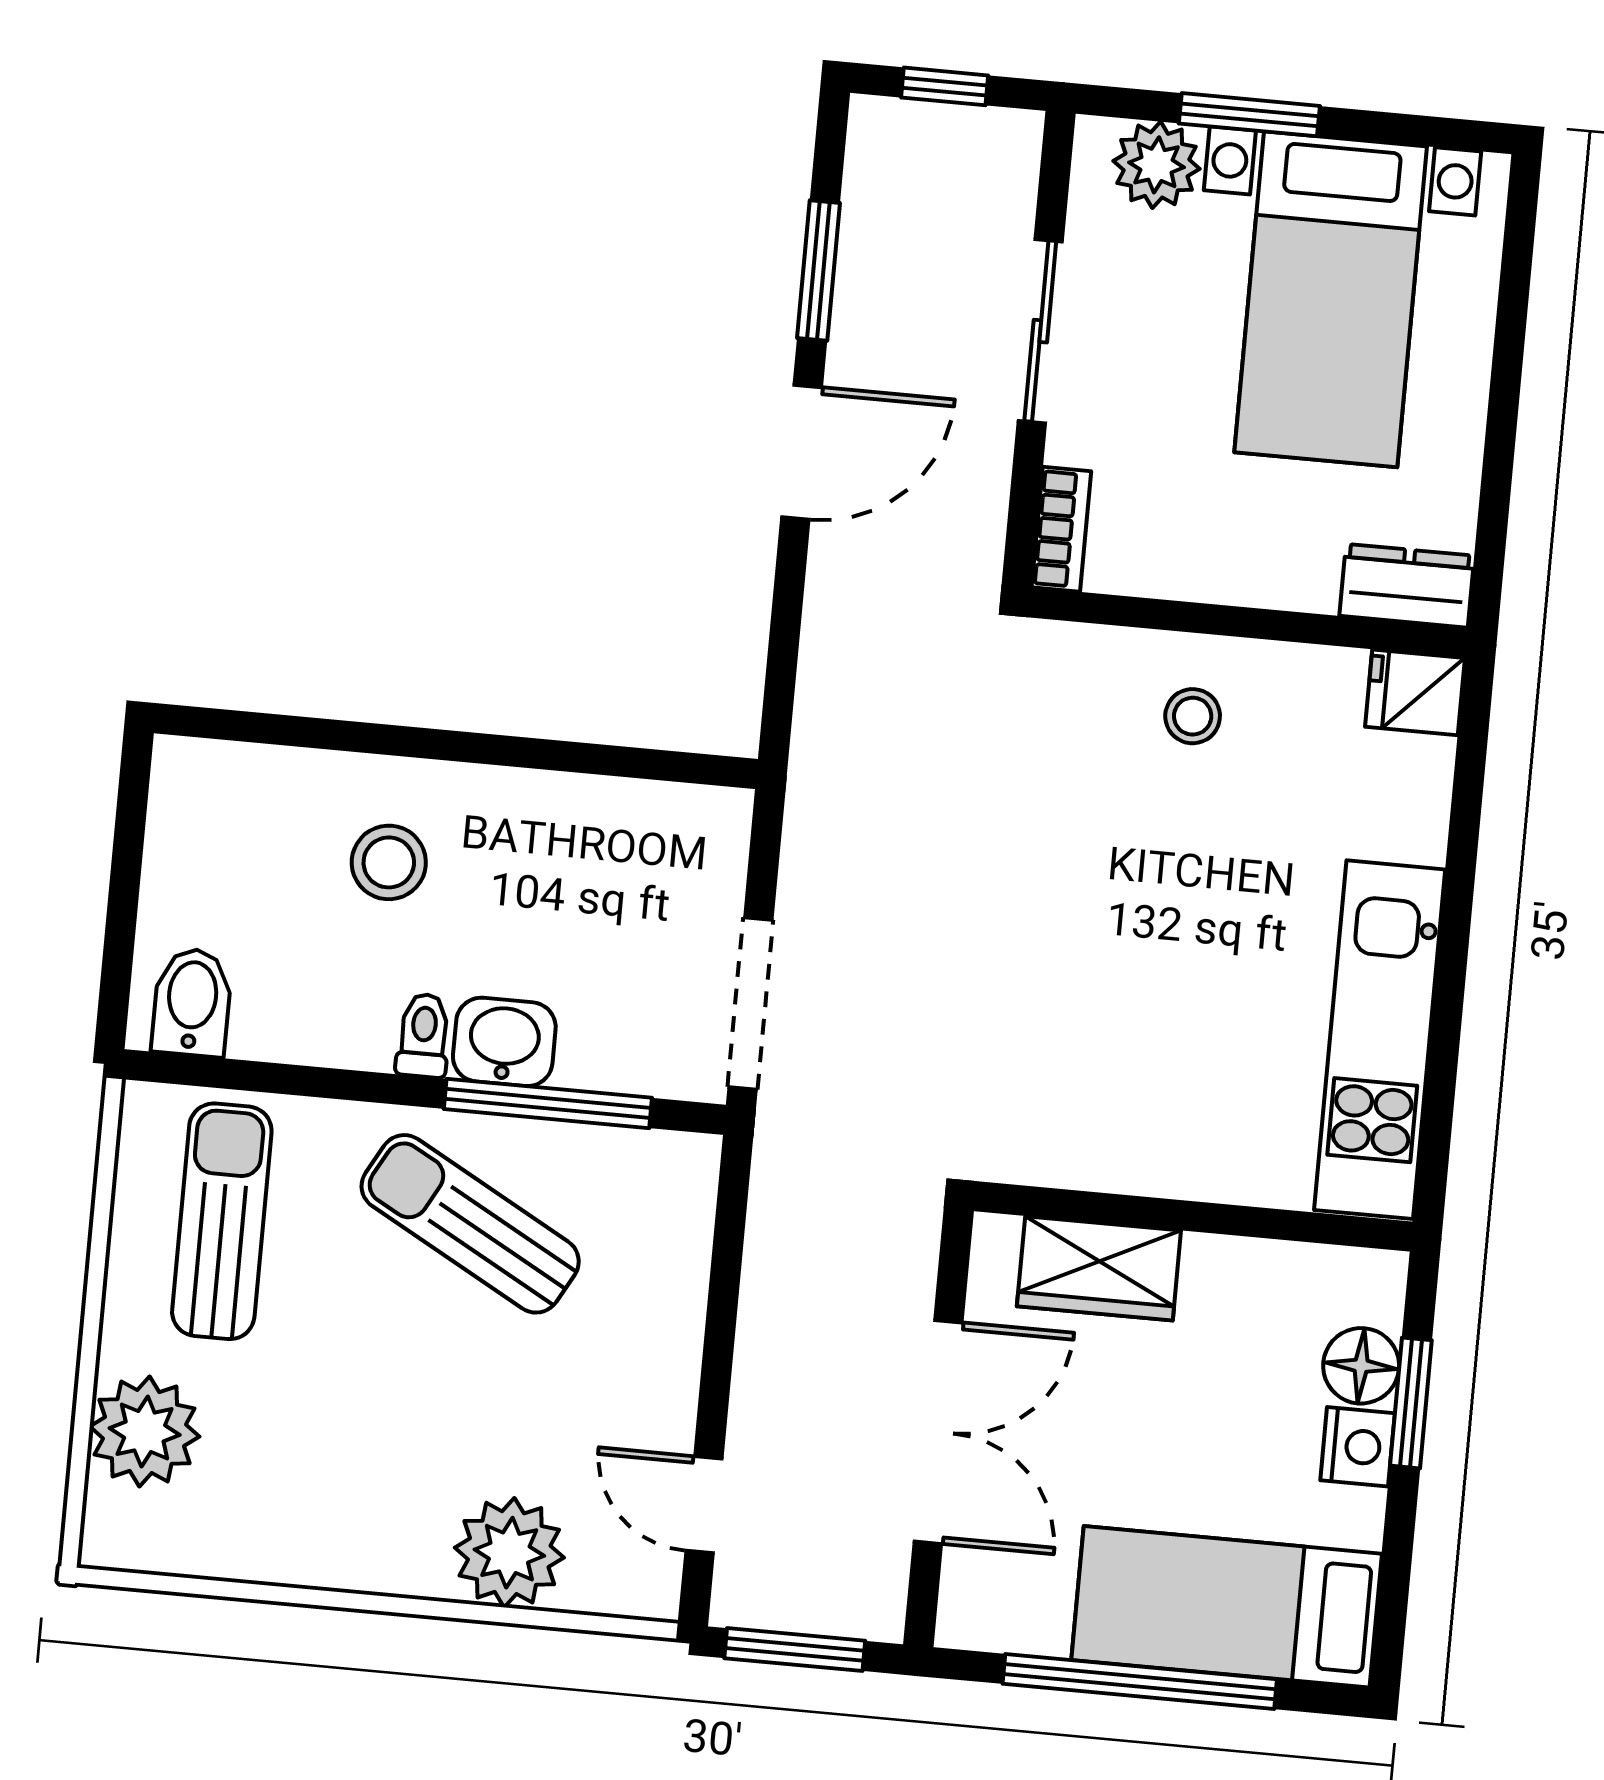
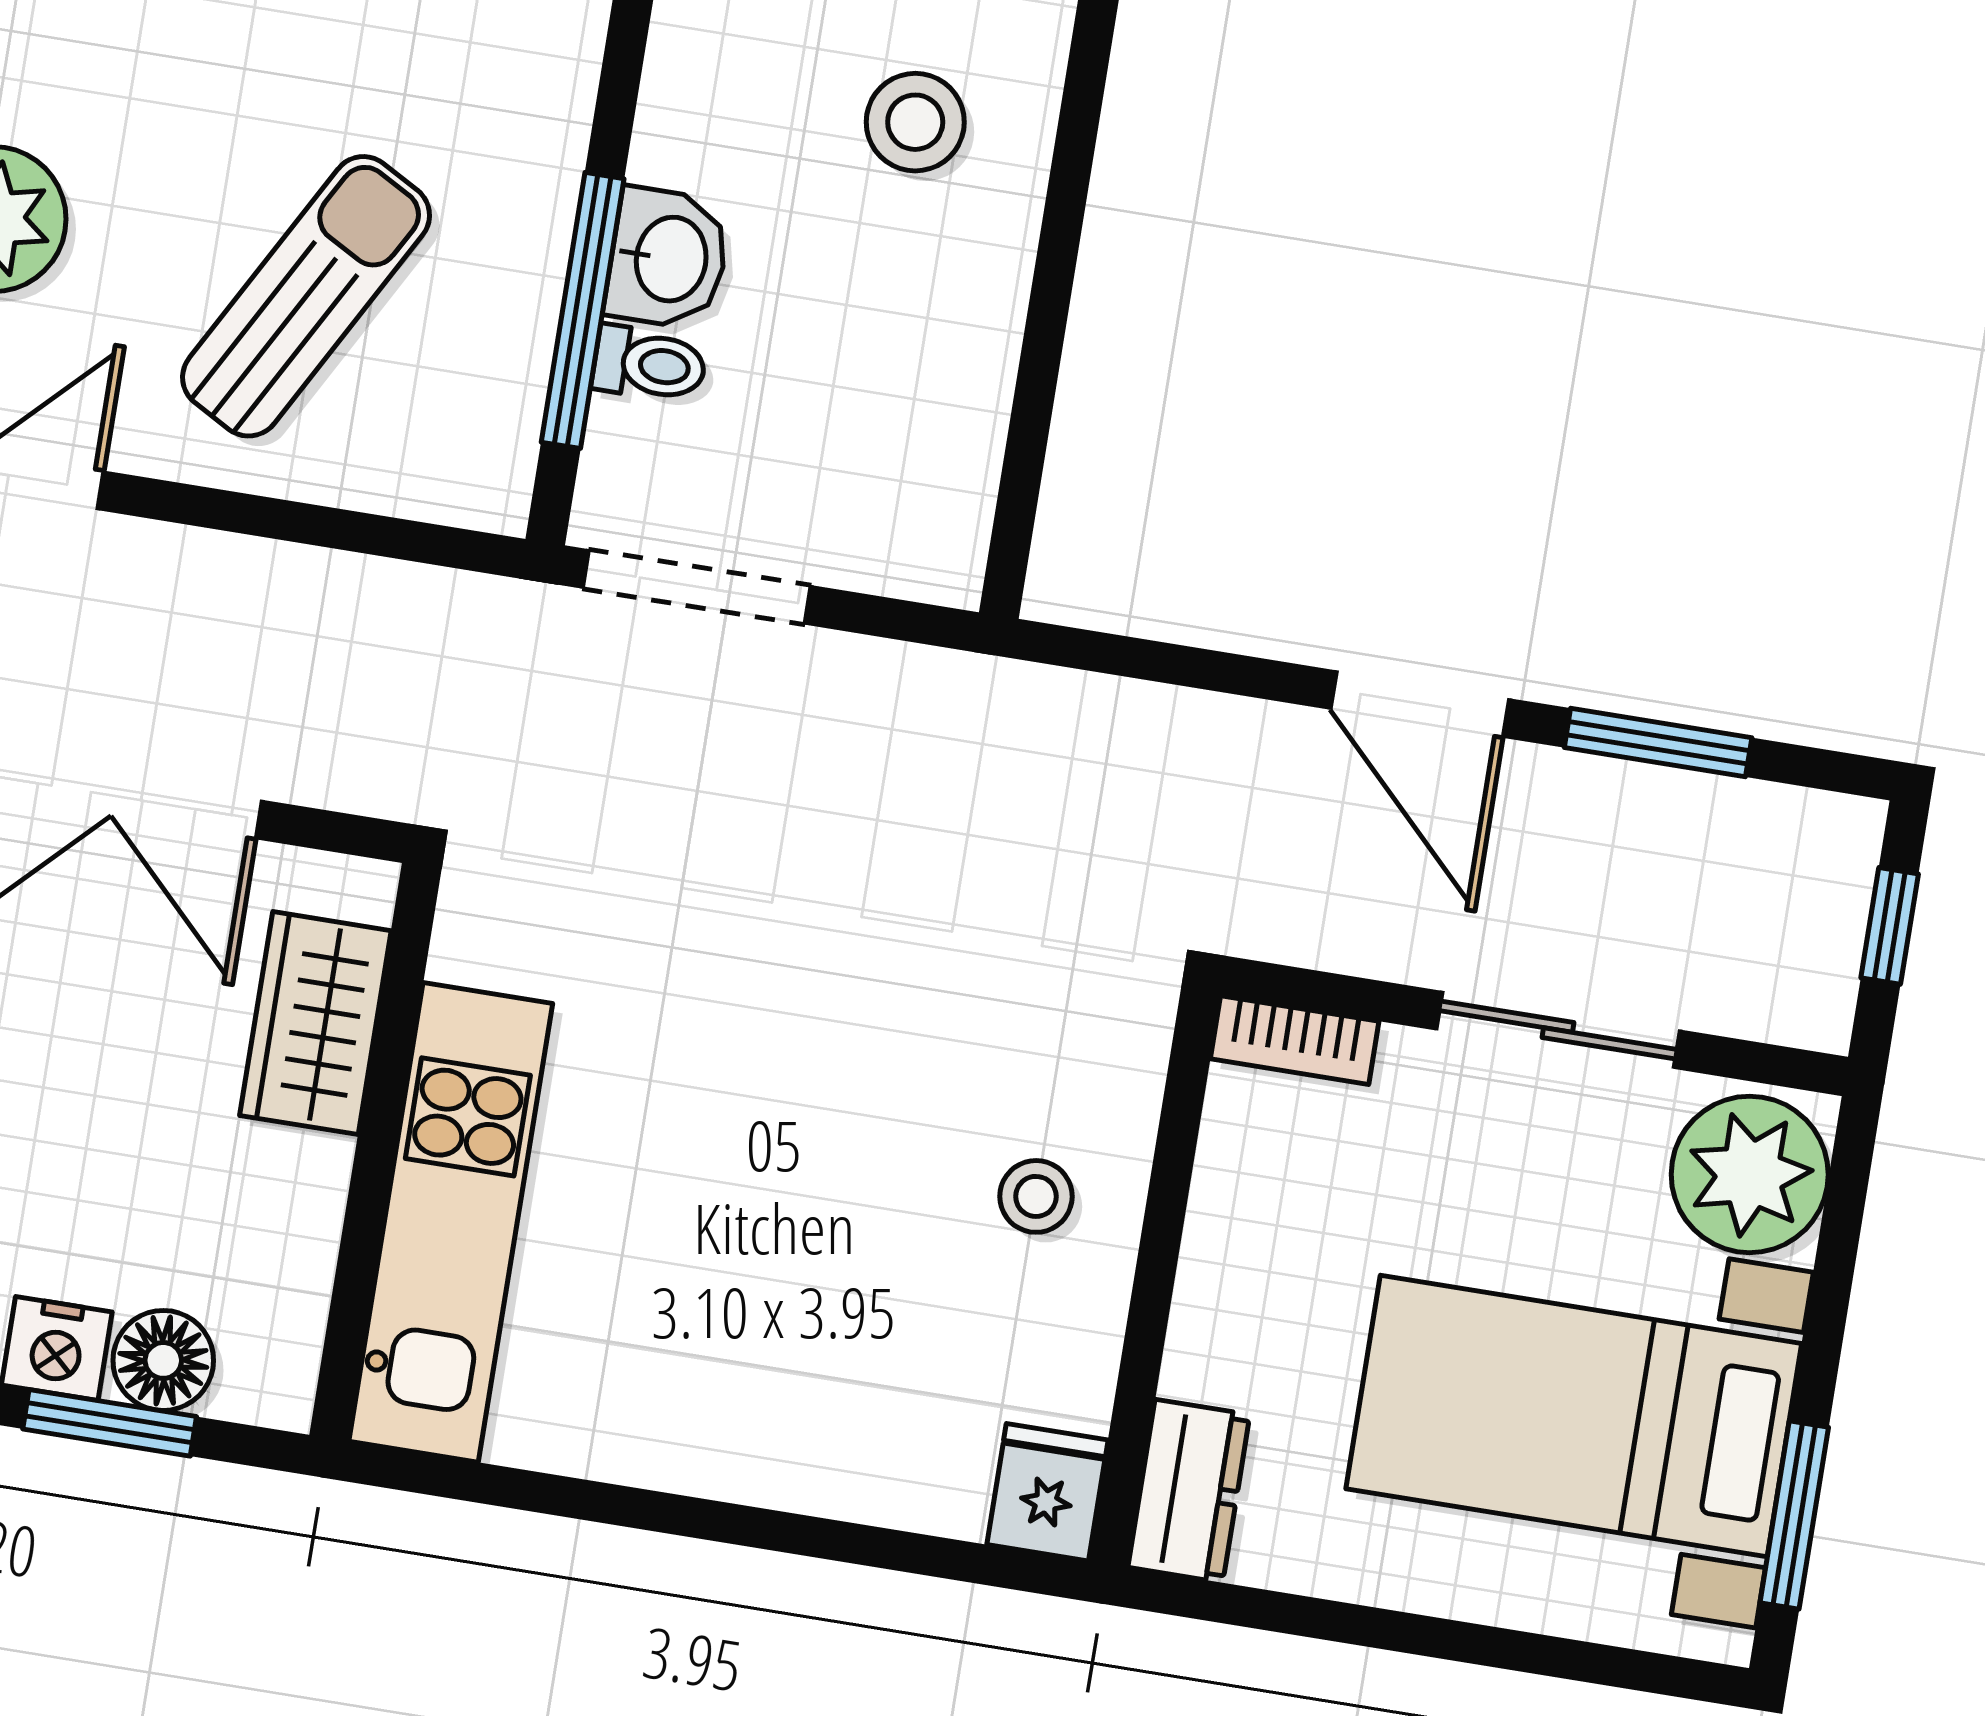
window: (1249, 115) -> (1794, 1515), moved
plant: (1157, 165) -> (1750, 1174), width x1.36, depth x1.36
toilet: (423, 1035) -> (649, 364), moved
kitchen unit: (1380, 1040) -> (451, 1222), moved, turned 90
sun lounger: (470, 1224) -> (306, 296), moved

